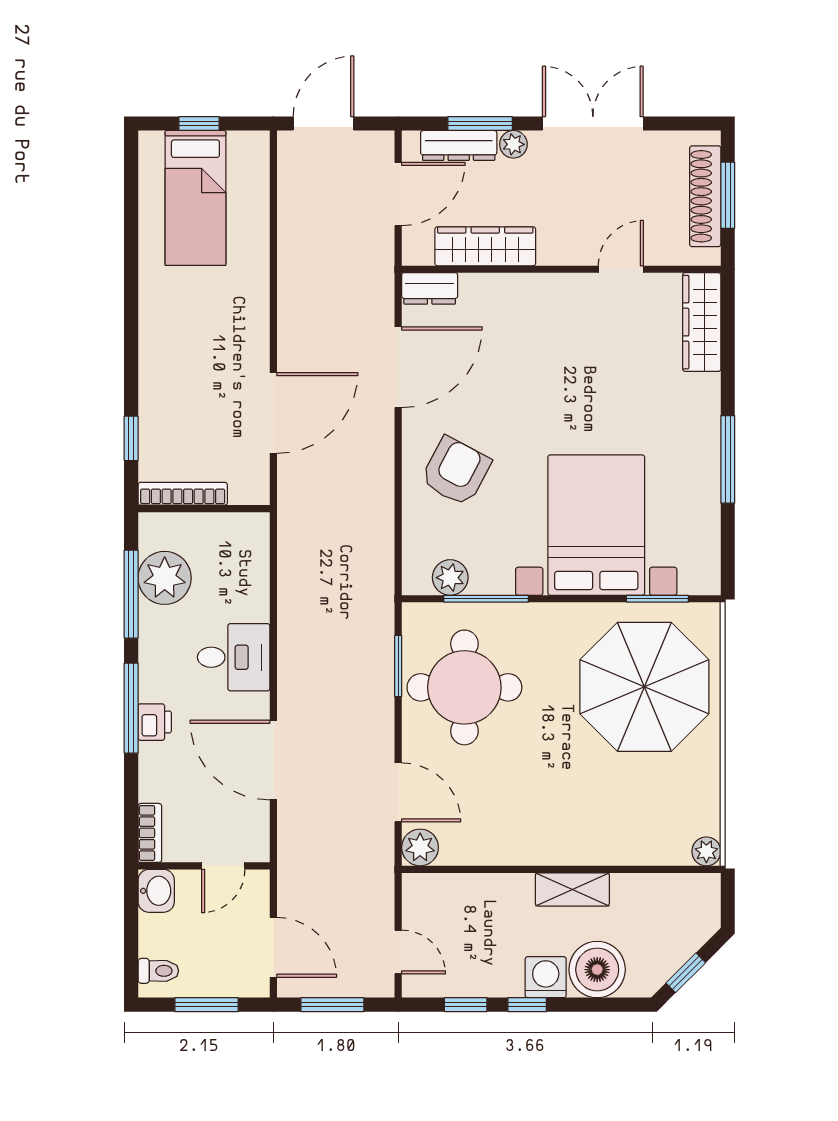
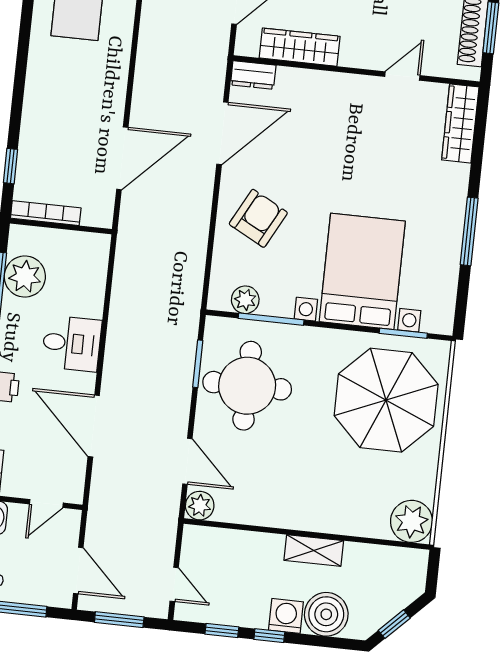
plant: (706, 851) -> (412, 521), width x1.88, depth x1.88

